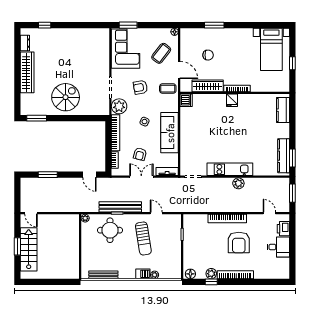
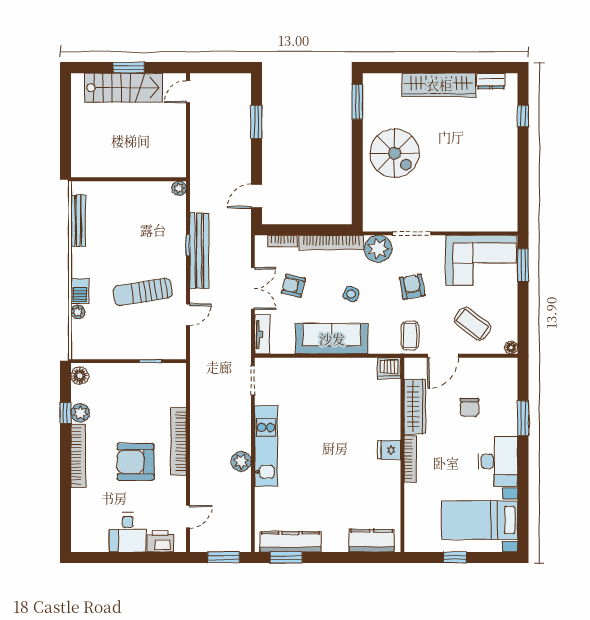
desk: (238, 39) -> (498, 461), added
round table: (110, 230) -> (158, 233), removed

